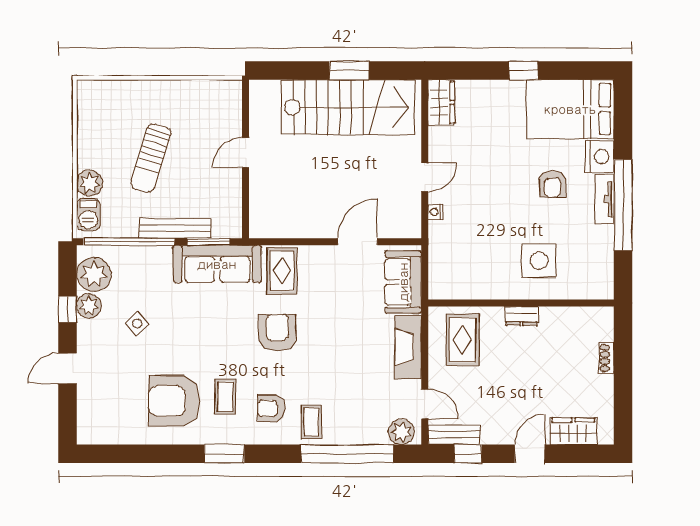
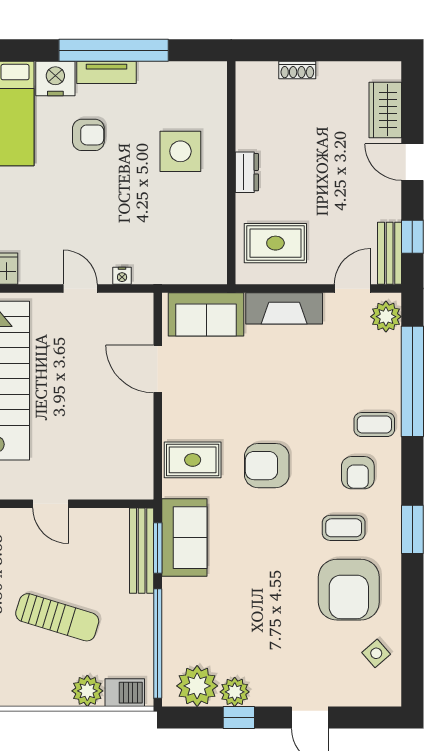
bench: (175, 228) -> (142, 551), moved
sofa: (217, 264) -> (184, 538), width x0.73
side table: (137, 324) -> (376, 653), moved

